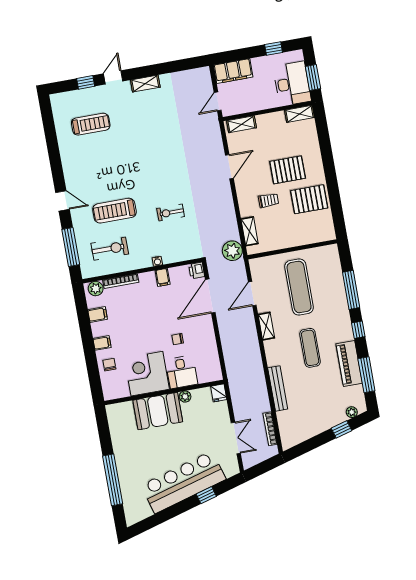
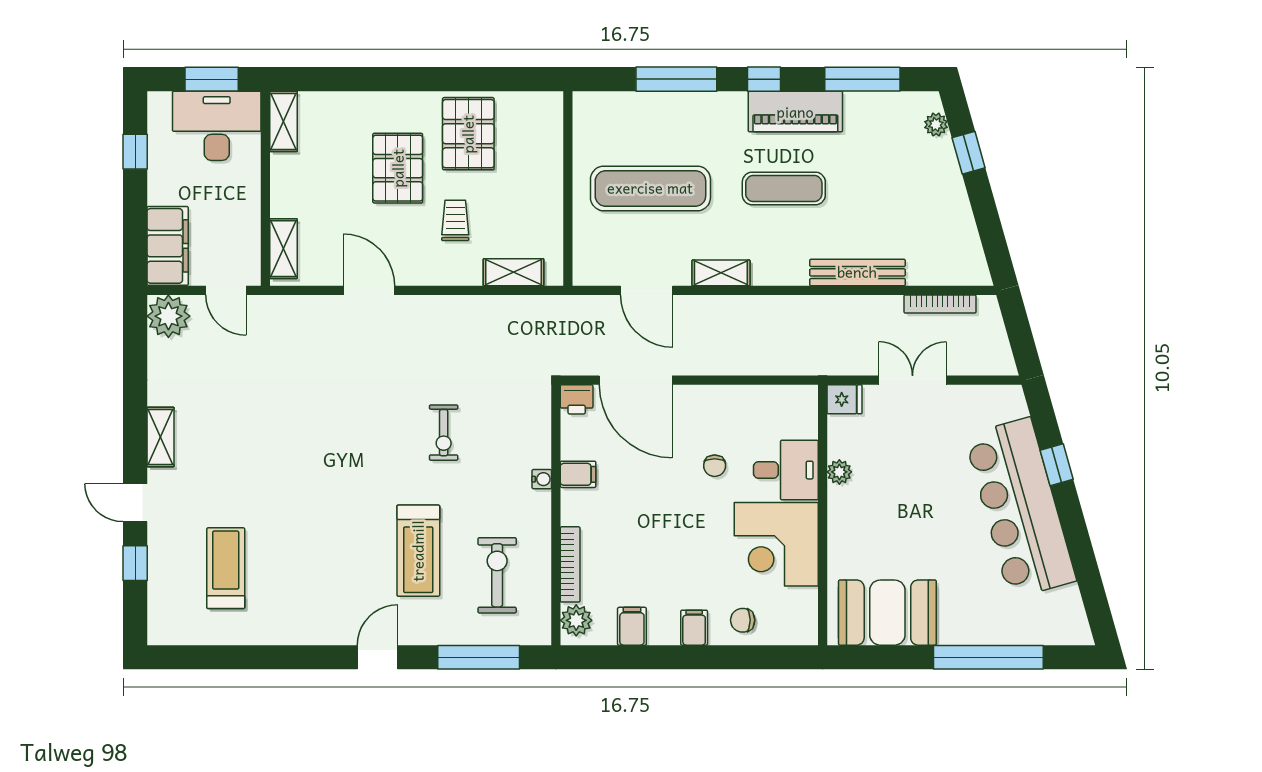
plant: (232, 251) -> (168, 316), moved
piano: (349, 363) -> (795, 112), moved
booth: (158, 411) -> (887, 613), moved, turned 90
double door: (236, 438) -> (913, 380), moved

